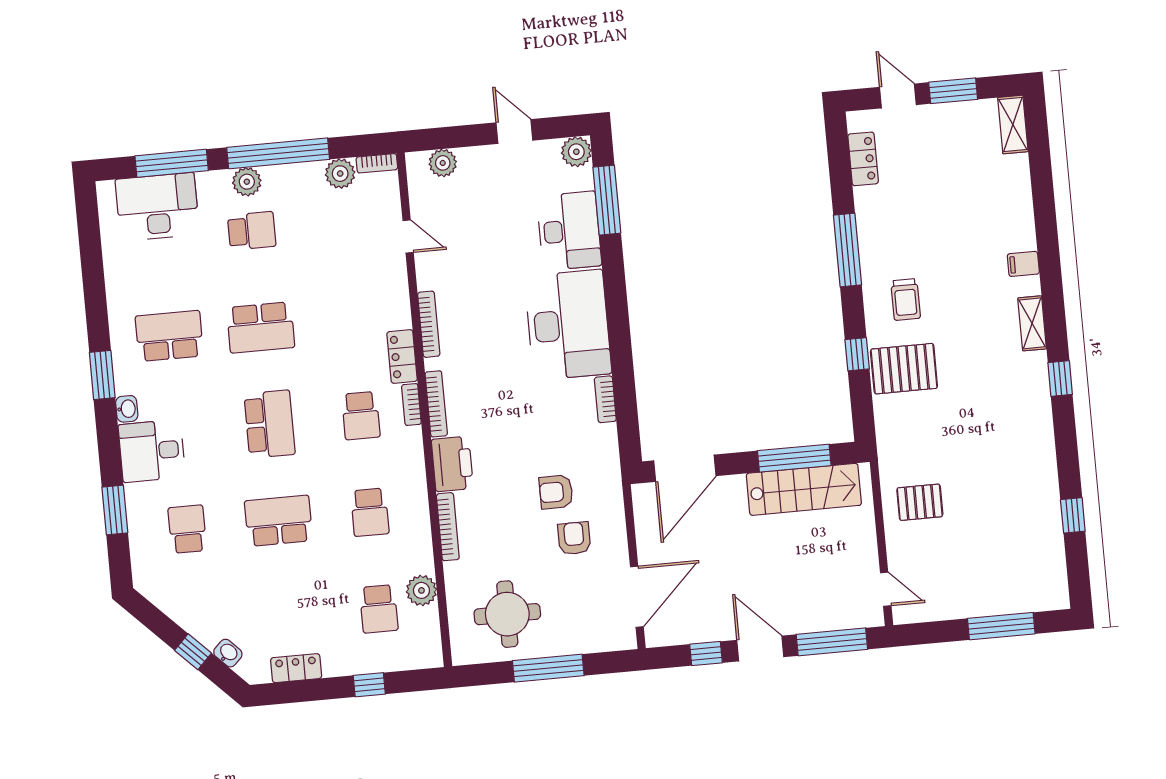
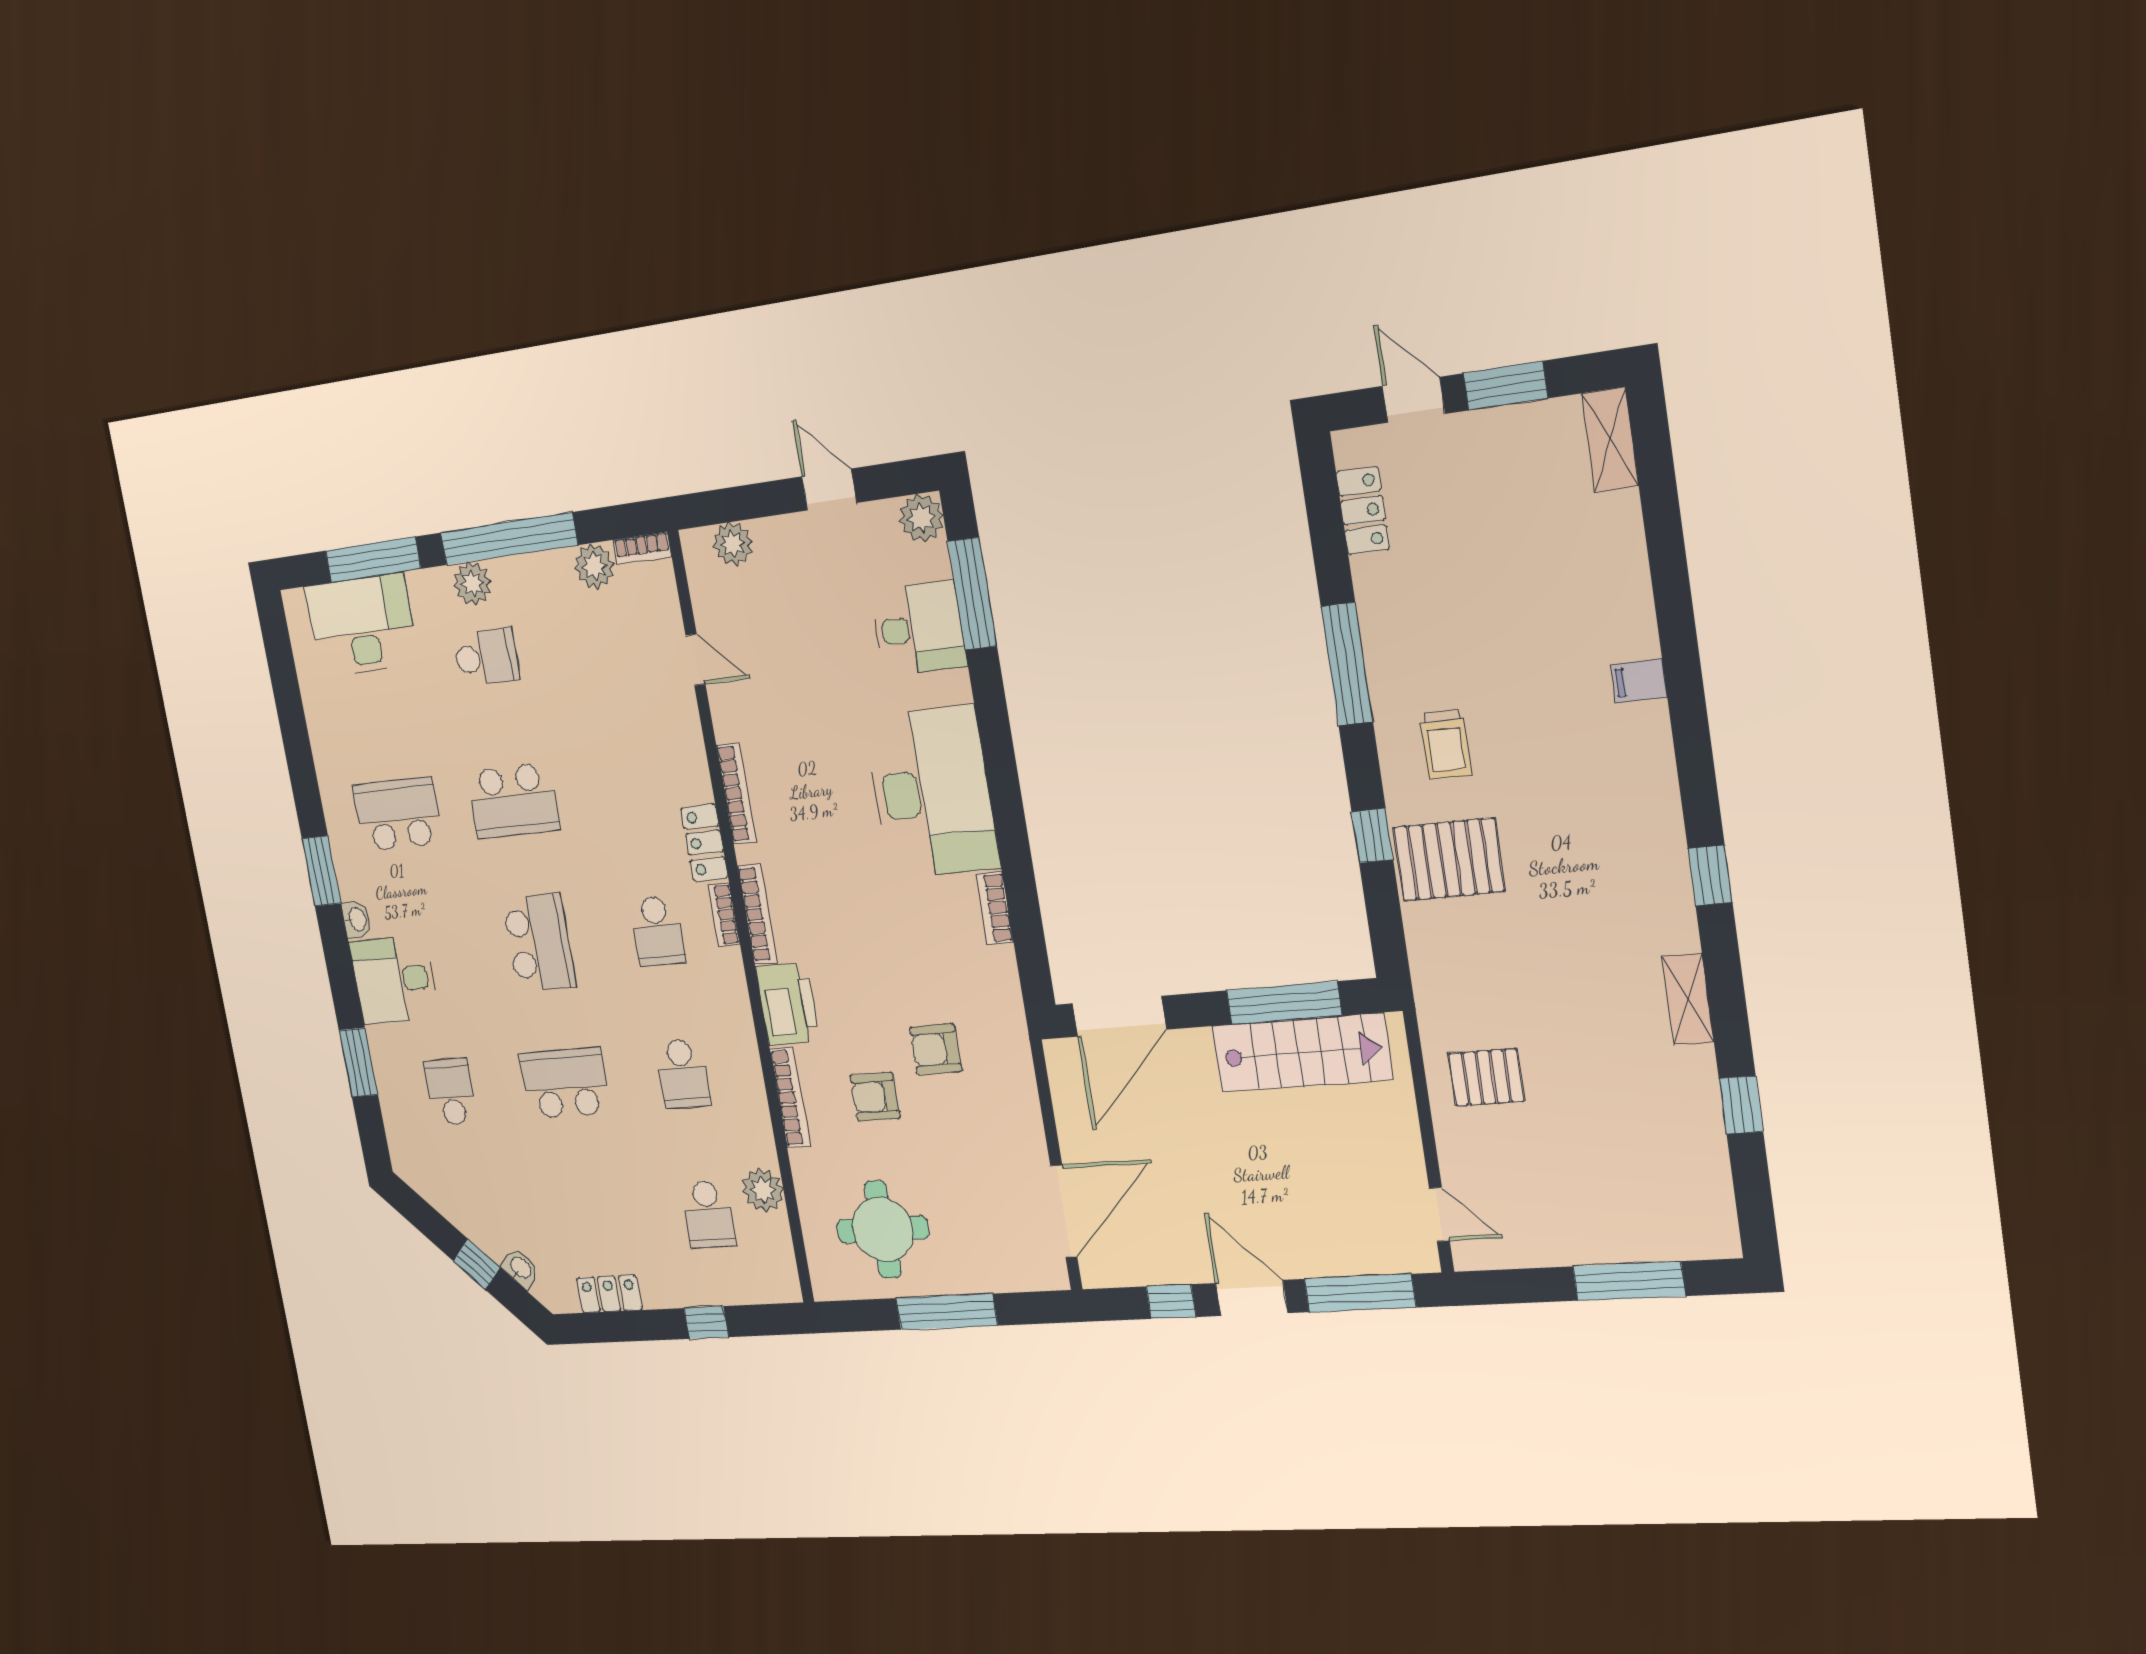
desk: (569, 231) -> (919, 628), width x0.73
shelving: (1032, 323) -> (1688, 999), moved
armchair: (574, 538) -> (875, 1097), moved, turned -90

